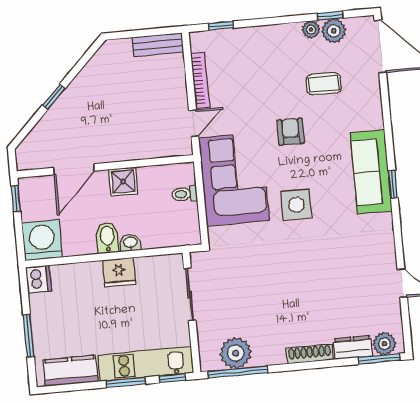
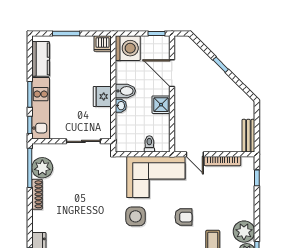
plant: (311, 30) -> (244, 232), width x1.88, depth x1.88
shoe rack: (310, 354) -> (37, 194), moved

